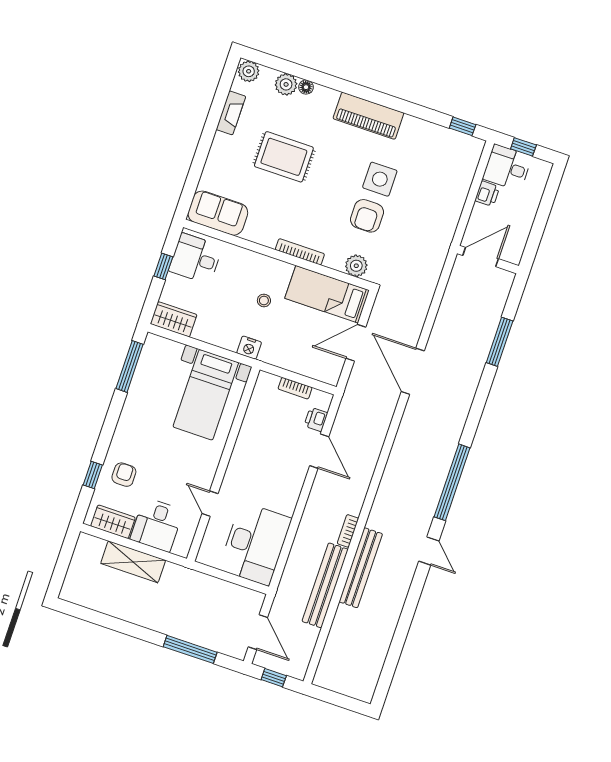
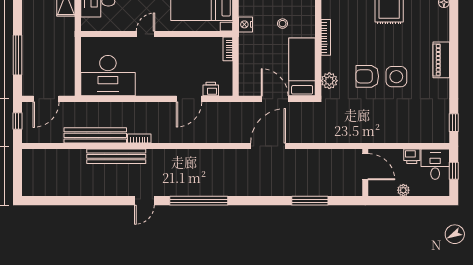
piano: (368, 116) -> (441, 60), width x0.73, depth x0.75
plant: (527, 219) -> (403, 190), added
bookcase: (295, 388) -> (228, 49), moved
door: (210, 504) -> (145, 34), moved

